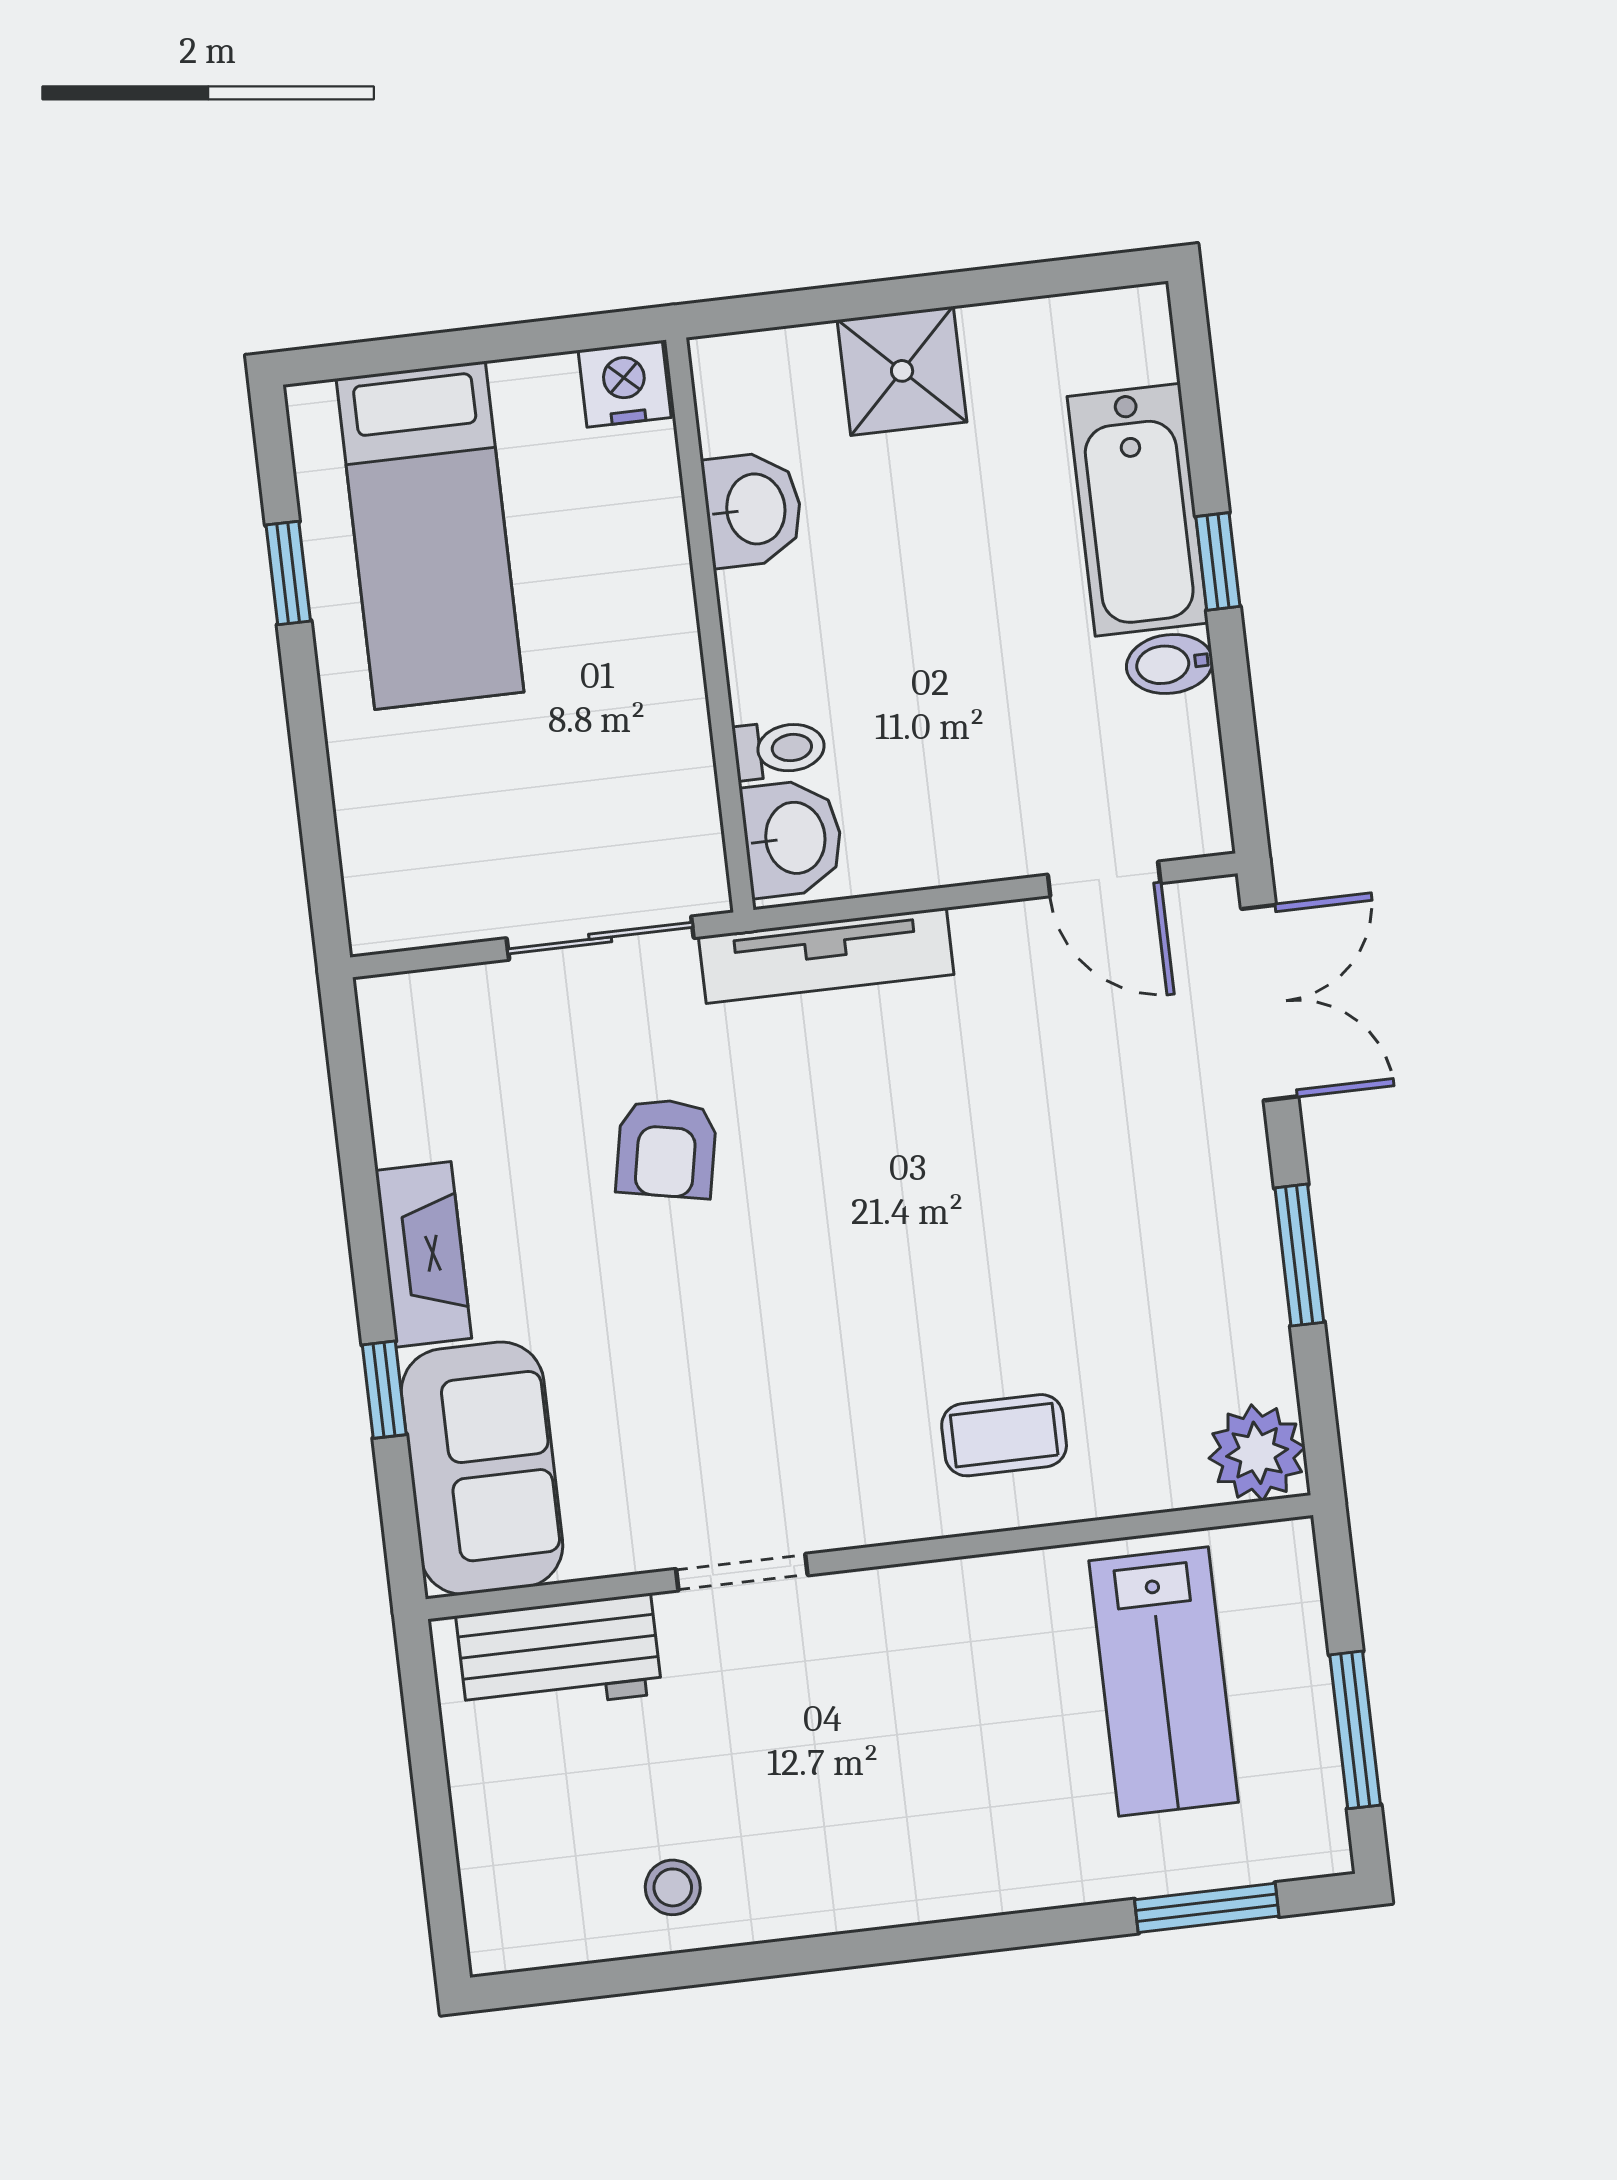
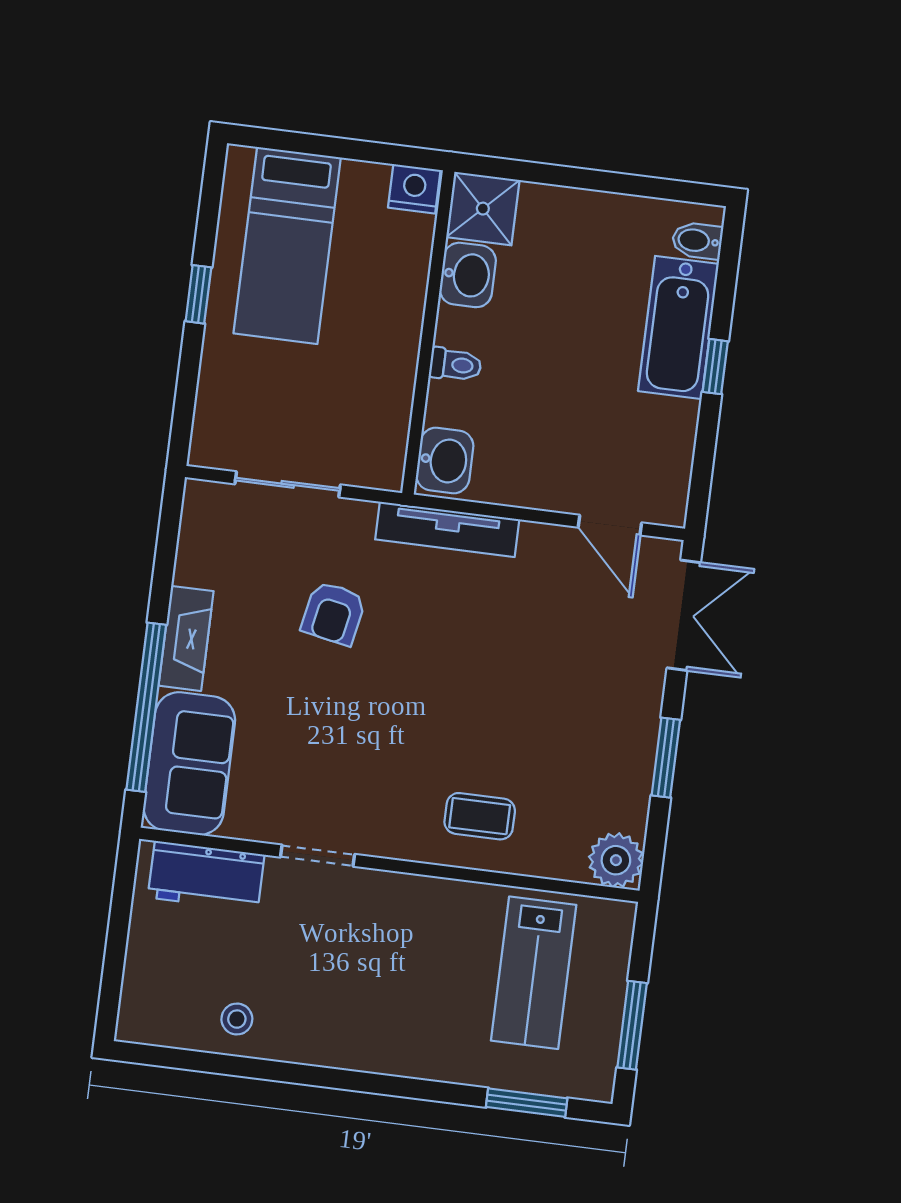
shower: (902, 371) -> (483, 209), moved
window: (288, 573) -> (198, 294), moved
bidet: (1170, 664) -> (697, 241), moved
toilet: (779, 749) -> (455, 365), moved
sliding door: (600, 938) -> (288, 484), moved
window: (384, 1390) -> (146, 707), width x3.17

